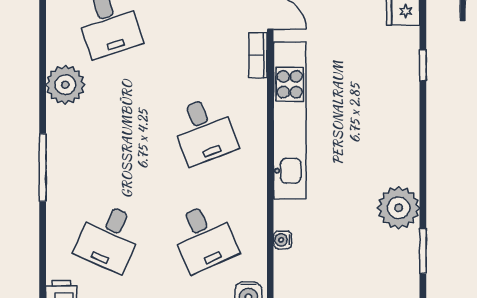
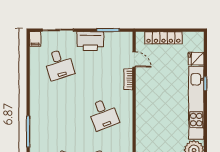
plant: (65, 85) -> (39, 93), removed
kitchen unit: (290, 120) -> (196, 103), moved, turned 180

